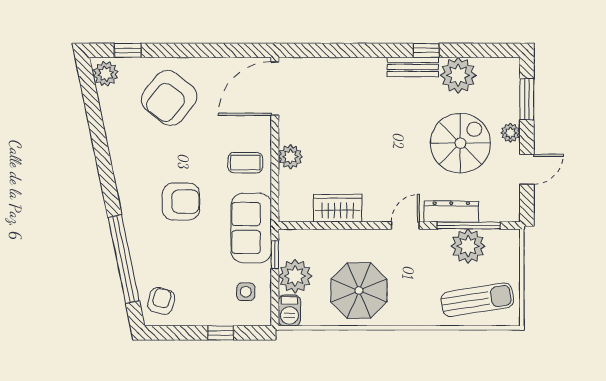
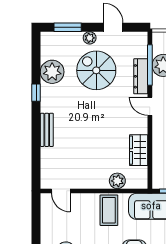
bench: (413, 67) -> (47, 130), moved
door: (275, 89) -> (61, 191), width x0.53
plant: (290, 157) -> (117, 181), moved
coffee table: (245, 163) -> (109, 210), width x1.36, depth x1.30

